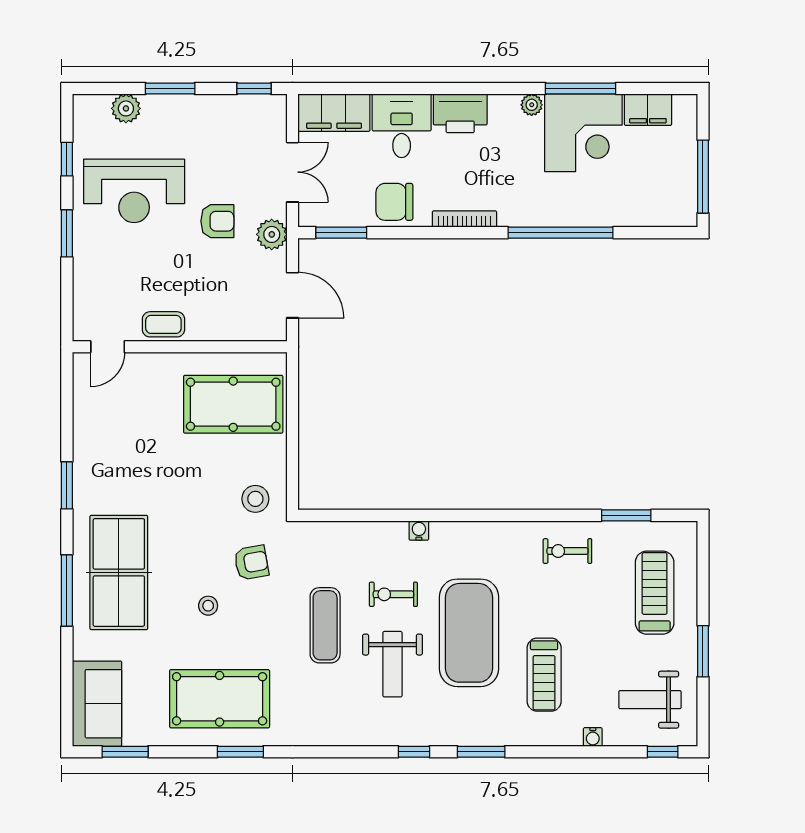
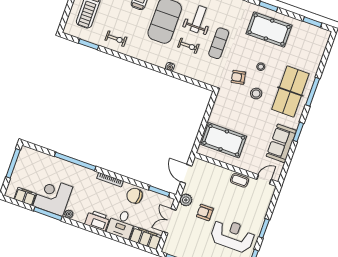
chair: (394, 202) -> (135, 196), turned 180
stool: (255, 499) -> (256, 94), moved
sofa: (97, 704) -> (281, 143), moved

